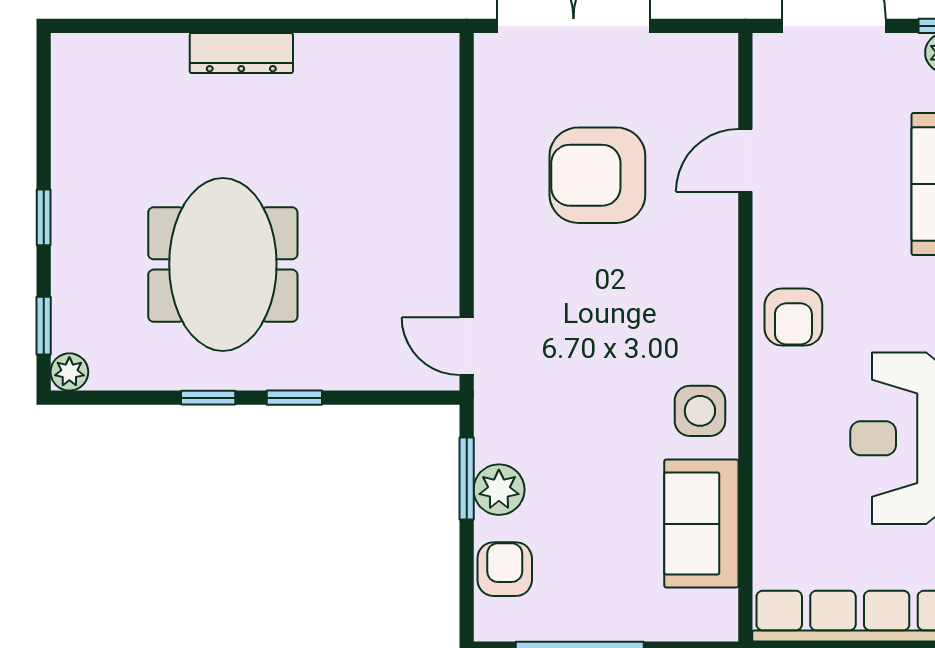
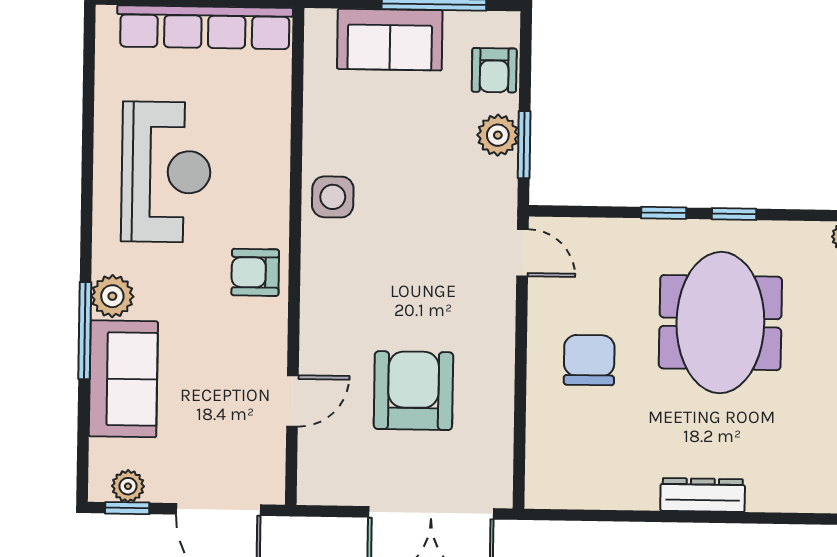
armchair: (597, 175) -> (413, 391), turned -90
chair: (383, 216) -> (589, 360), added
armchair: (793, 317) -> (255, 272), turned -90
sofa: (701, 524) -> (390, 40), moved, turned 90

